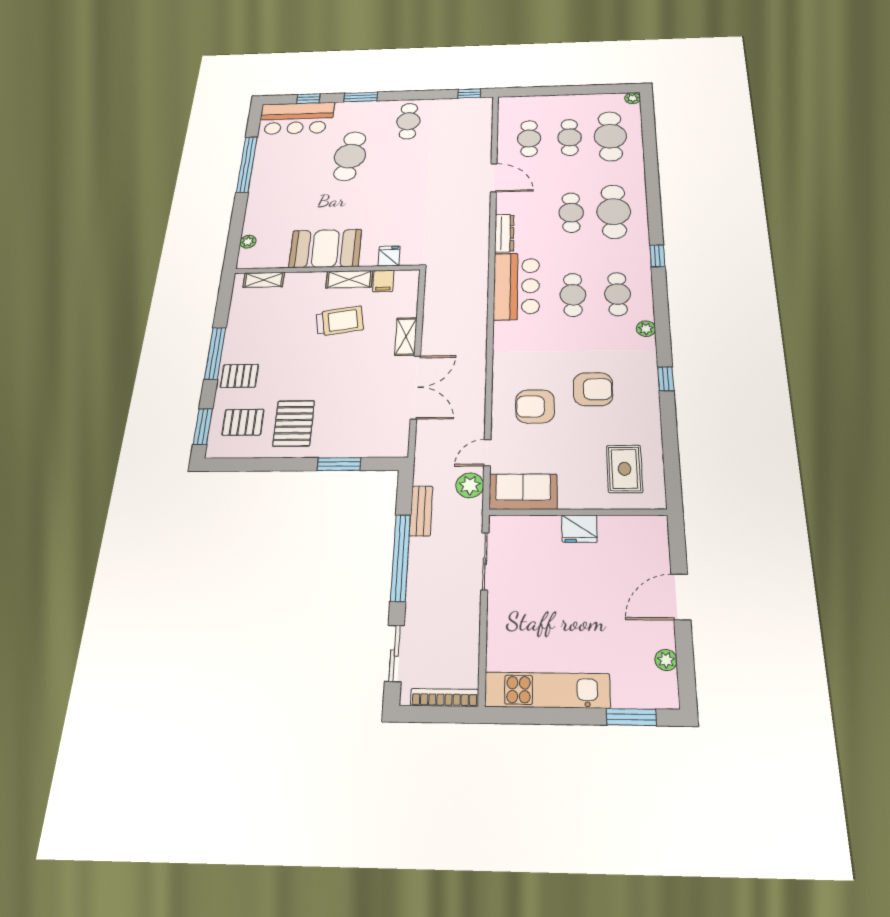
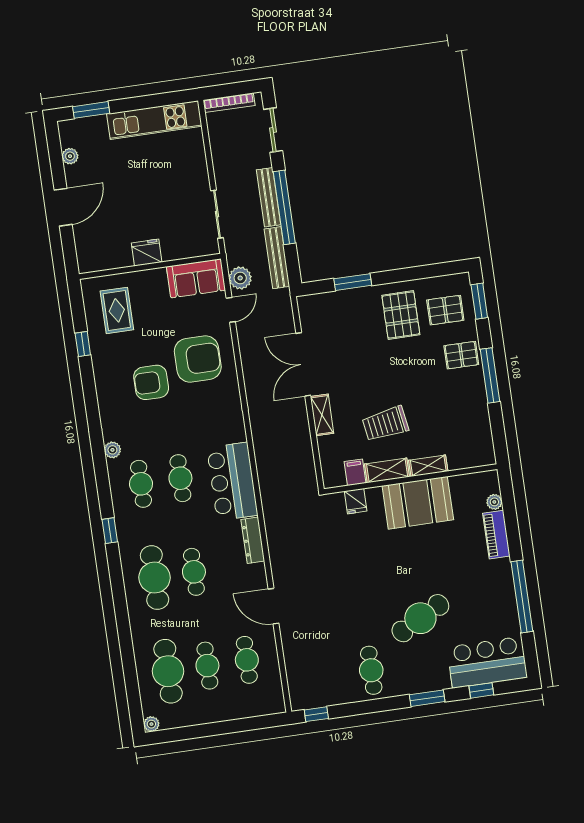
cafe table: (350, 156) -> (420, 618), turned 54
piano: (255, 215) -> (496, 535), added
shelving: (264, 280) -> (428, 466), moved
window: (666, 379) -> (83, 344), moved
armchair: (535, 406) -> (198, 359), width x1.36, depth x1.36
bench: (421, 511) -> (277, 258), width x1.36
bench: (417, 572) -> (268, 197), added

